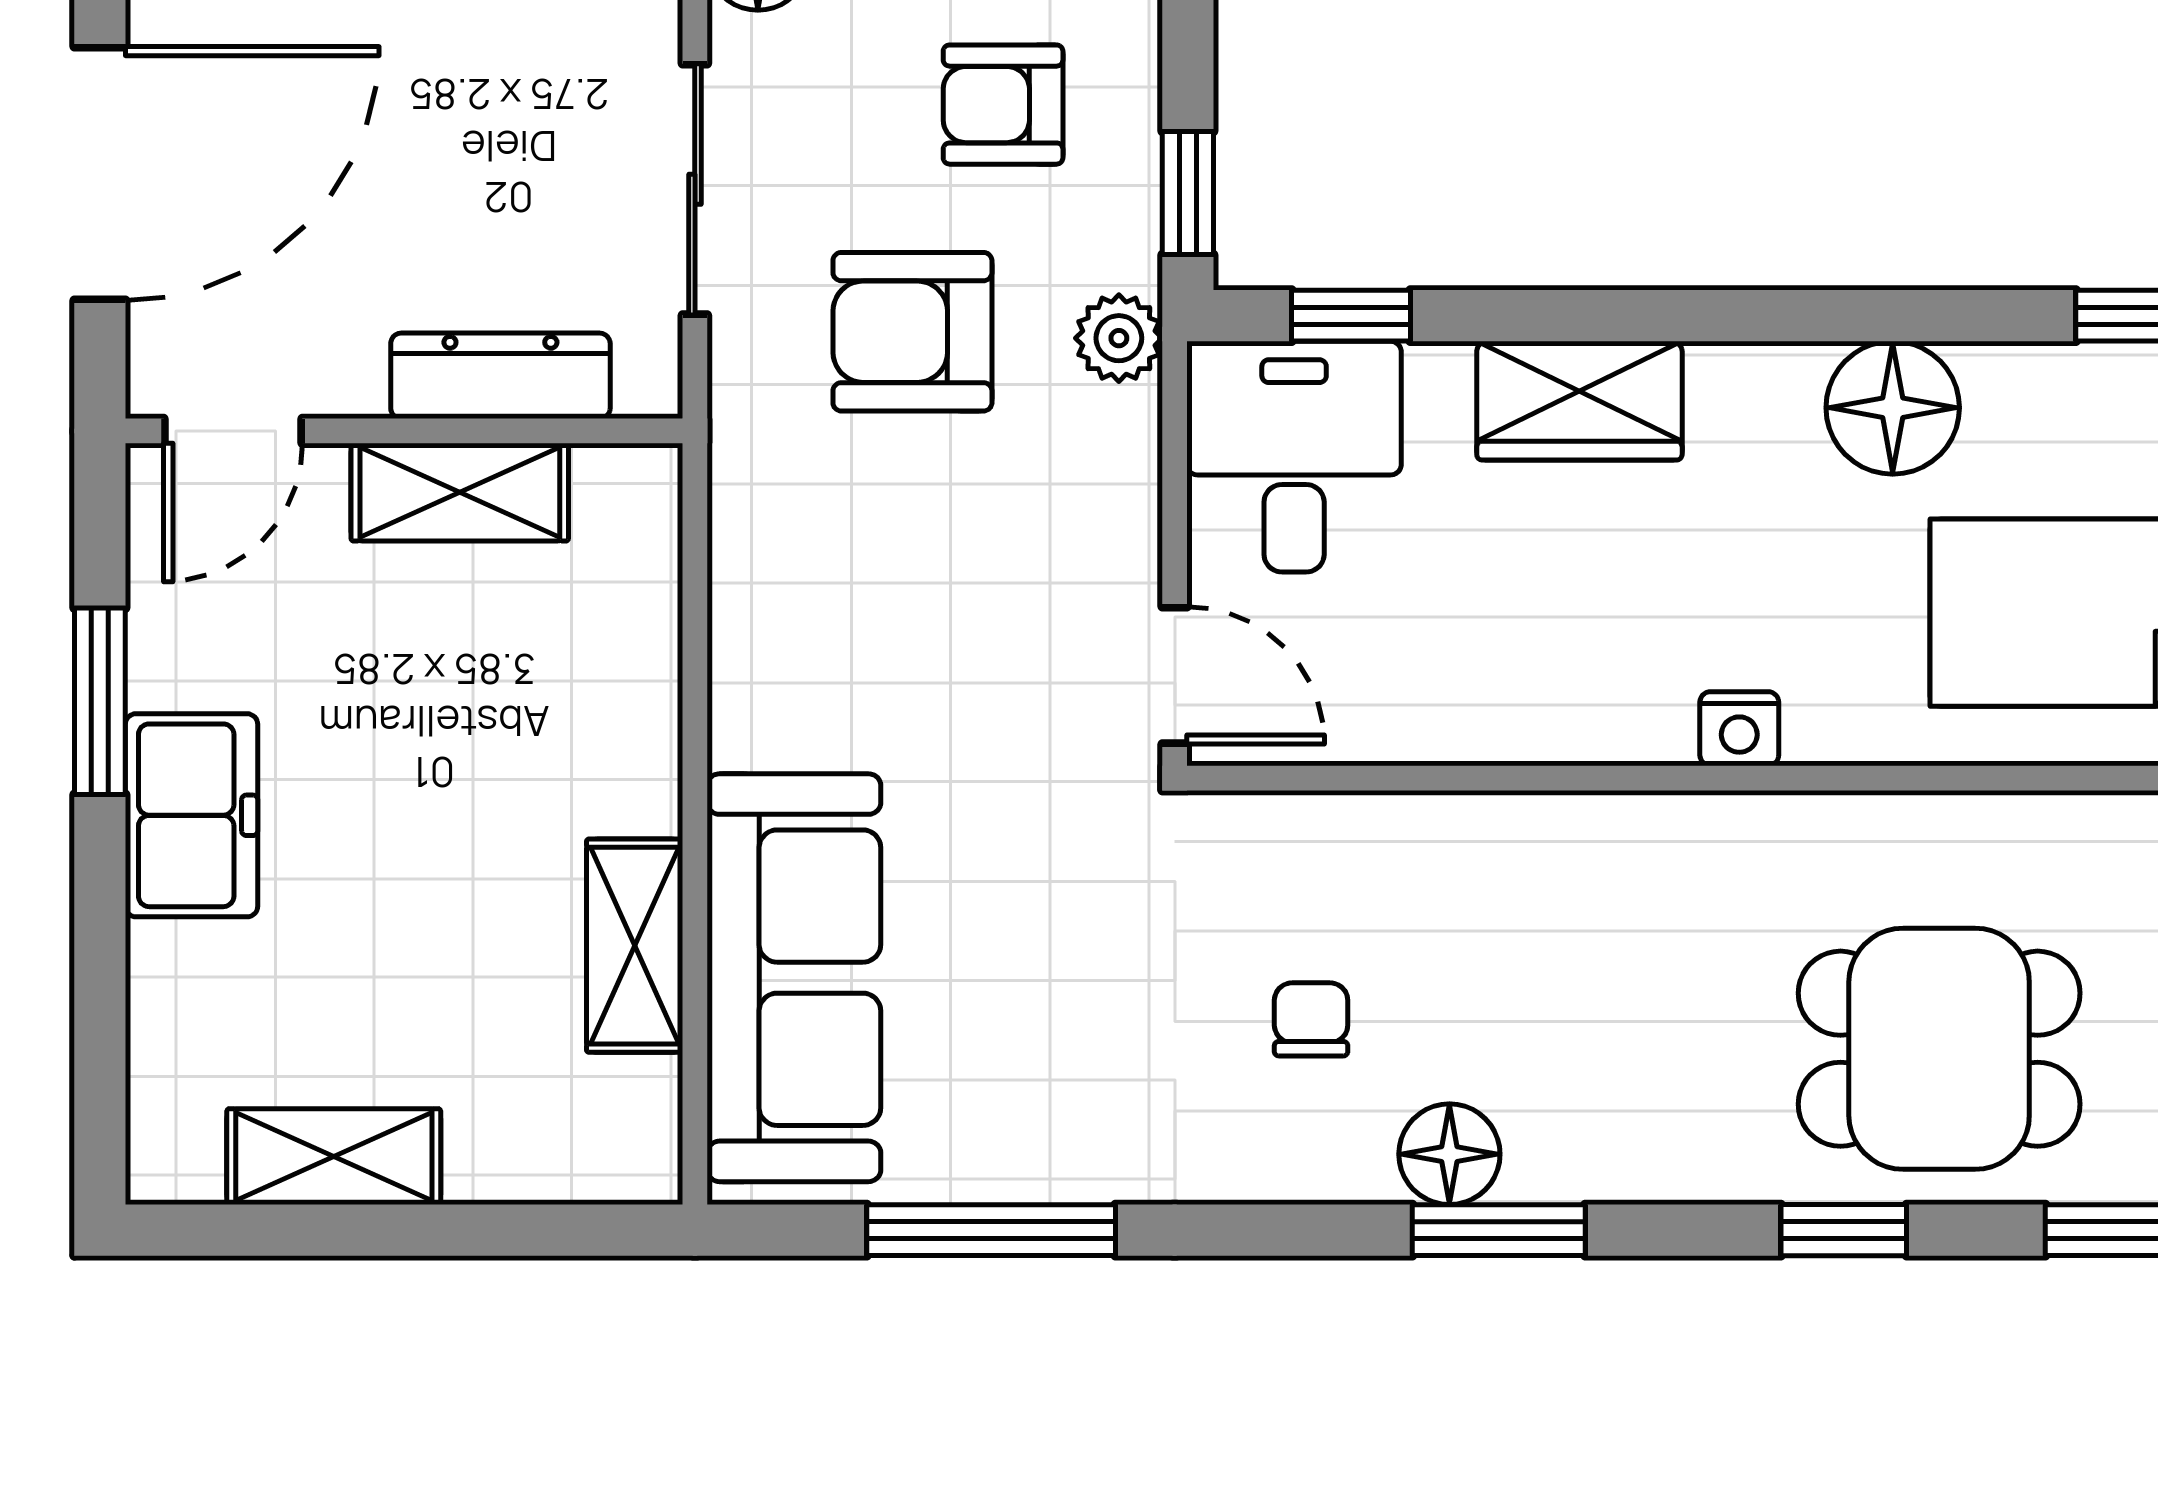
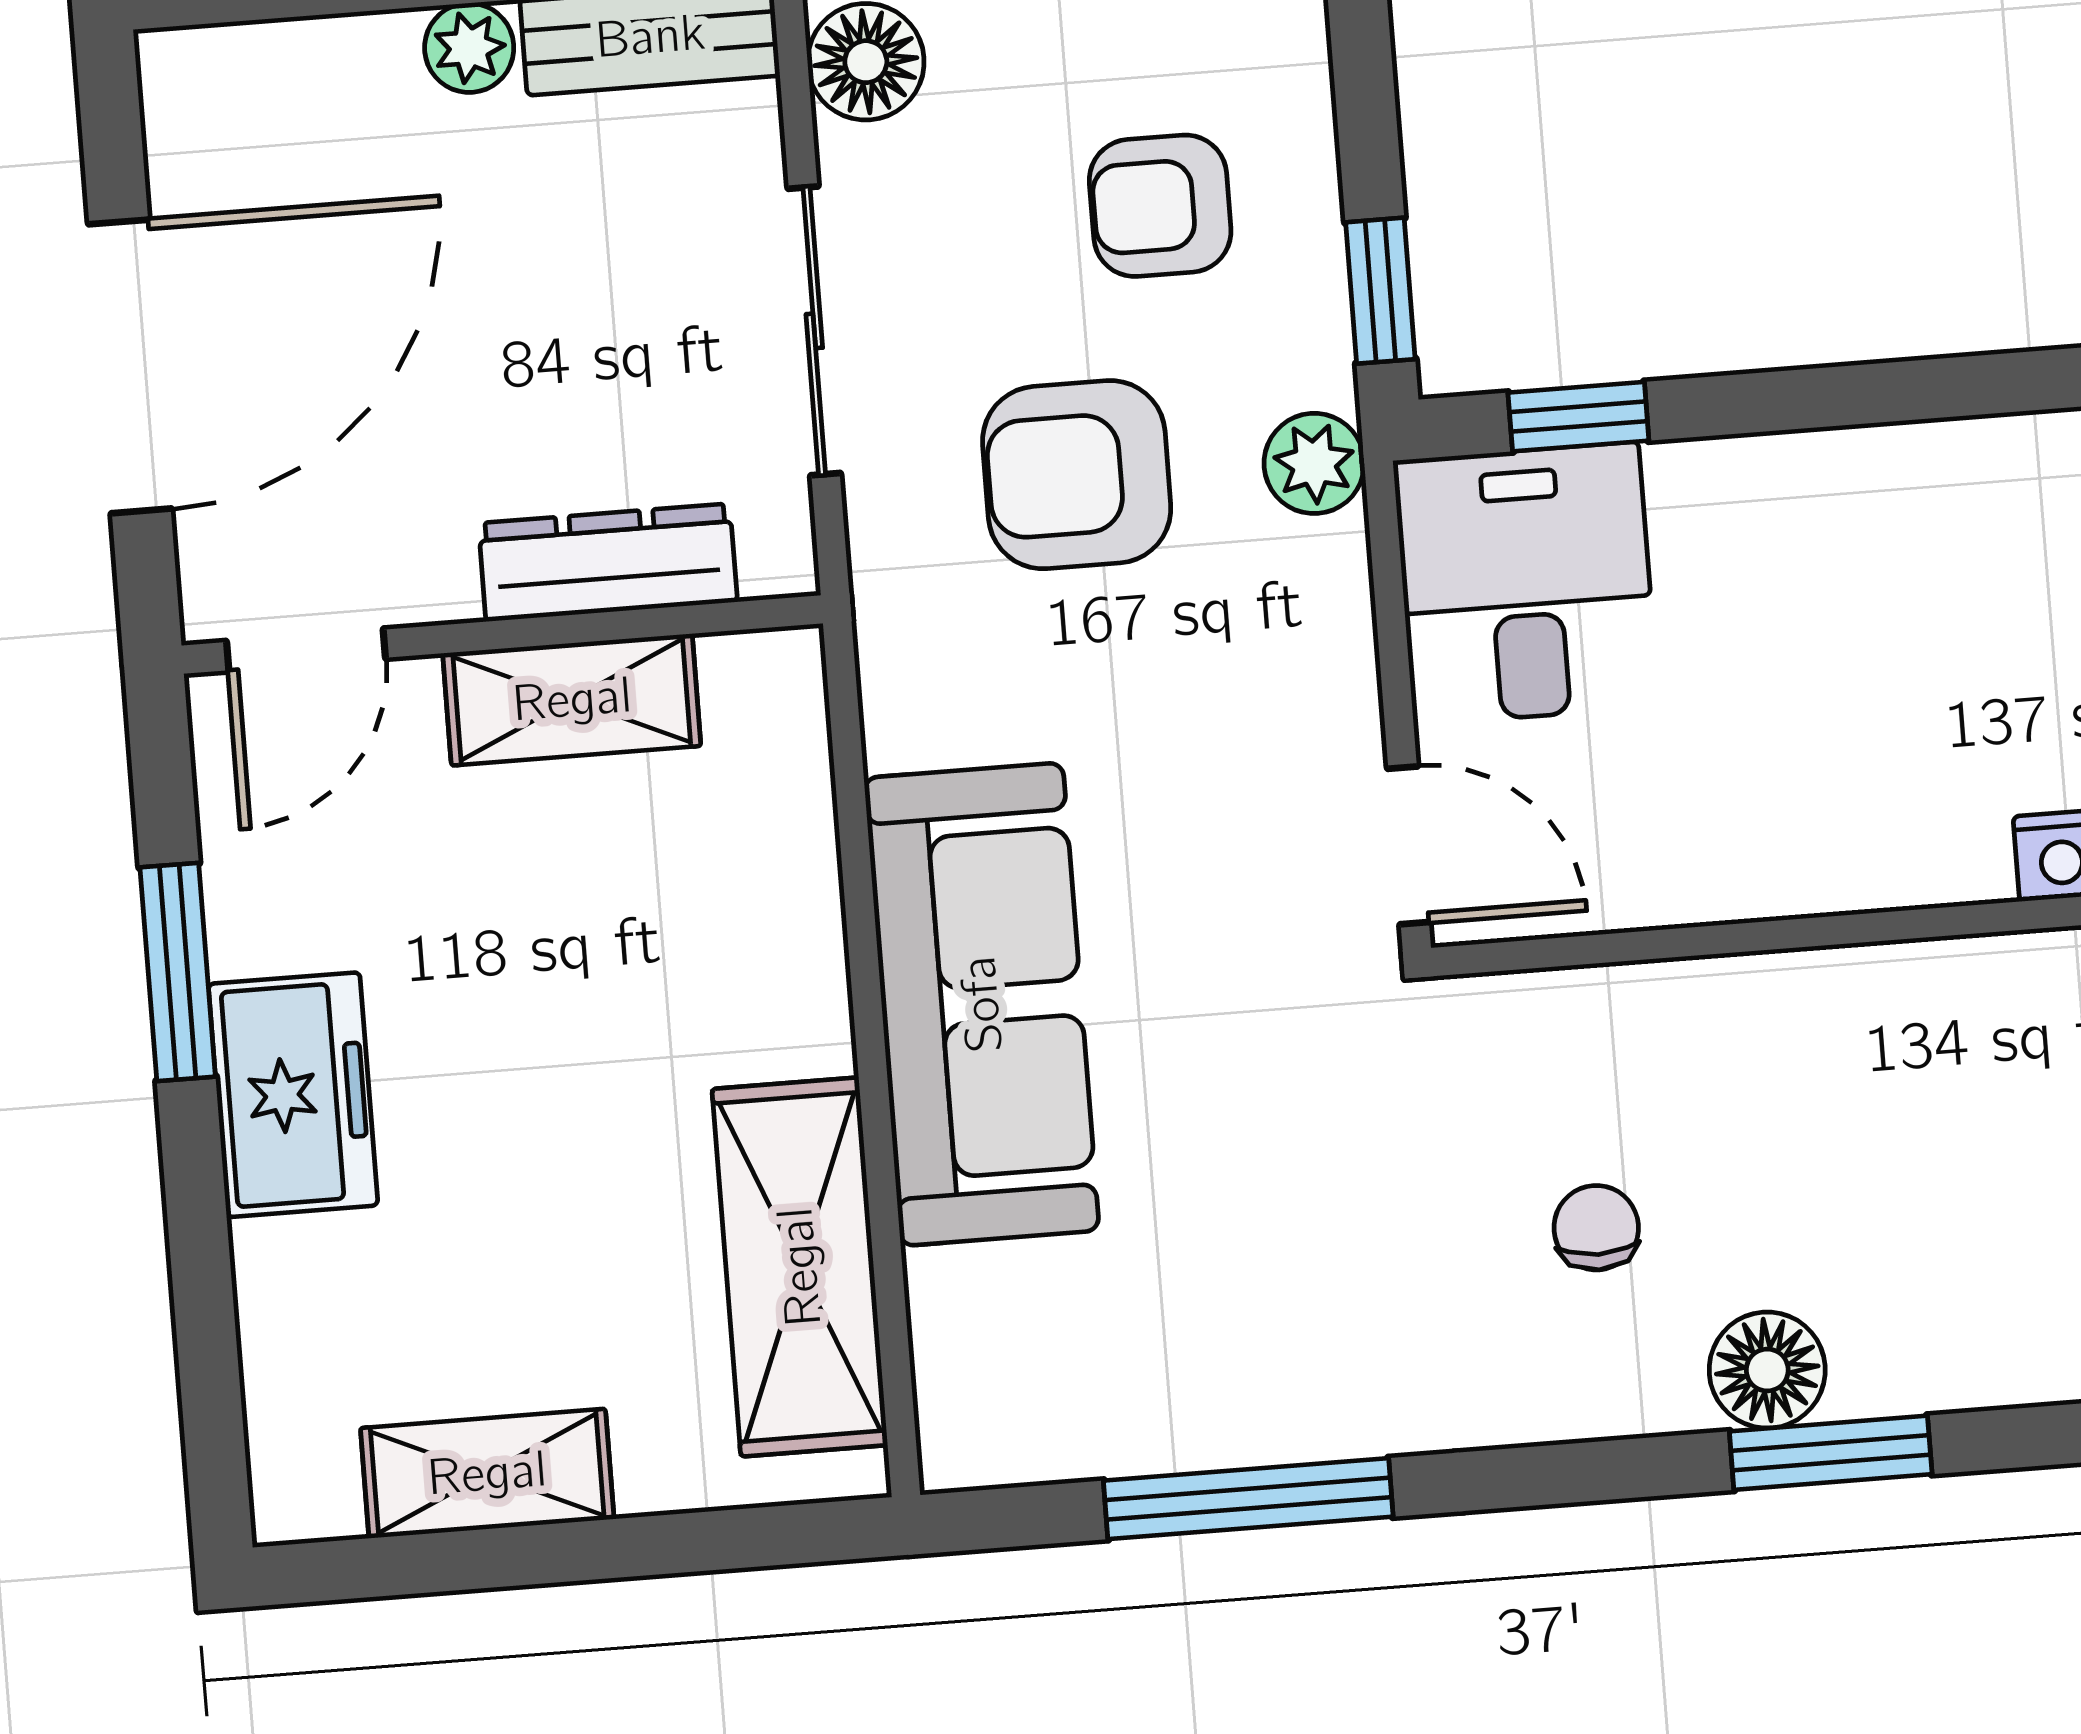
wardrobe: (1579, 401) -> (1848, 494), removed
shelving: (635, 946) -> (800, 1267), width x1.50, depth x1.33
sofa: (794, 978) -> (982, 1004), moved

